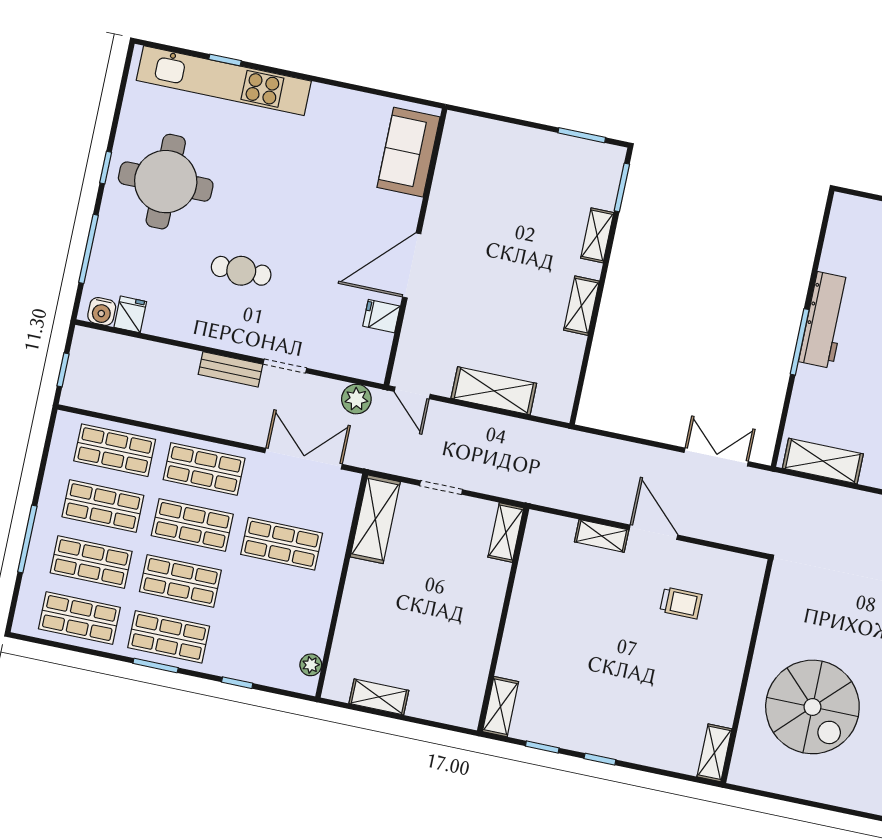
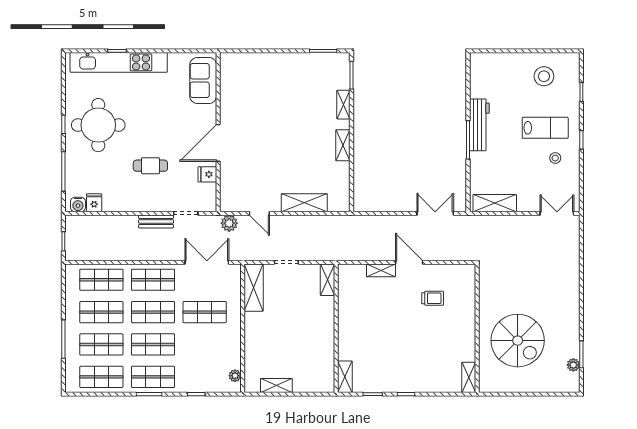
sofa: (408, 152) -> (203, 80), moved
wall: (416, 247) -> (218, 132), moved
door: (412, 265) -> (218, 143), moved
fridge: (382, 316) -> (207, 174), moved

